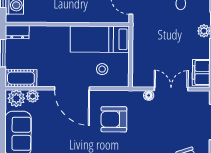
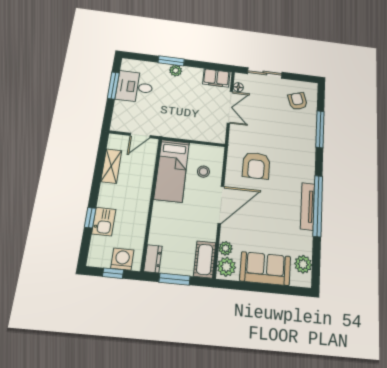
double door: (171, 89) -> (230, 107), swing flipped
floor lamp: (149, 95) -> (238, 87), moved

